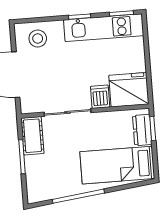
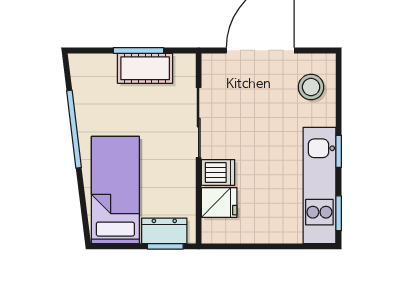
fridge: (129, 90) -> (219, 202), width x0.53, depth x0.75
cot: (32, 136) -> (145, 68), moved

